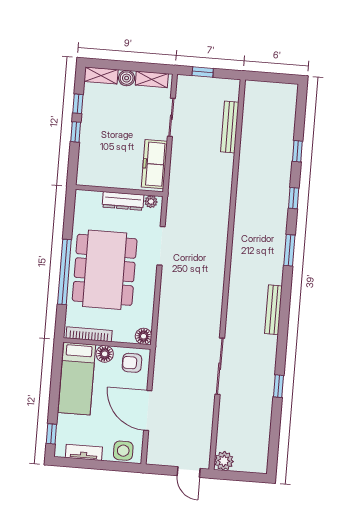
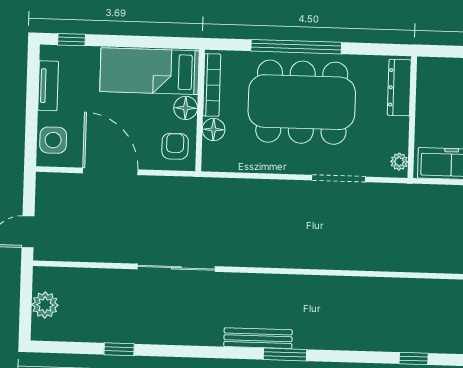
dresser: (123, 201) -> (399, 88), moved
window: (289, 250) -> (285, 354), moved
floor lamp: (144, 336) -> (214, 129), moved
window: (279, 386) -> (119, 349), moved
door: (148, 410) -> (110, 171), hinge flipped
plant: (224, 461) -> (45, 305), moved

